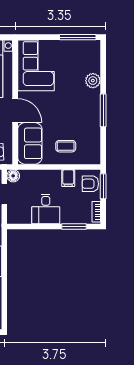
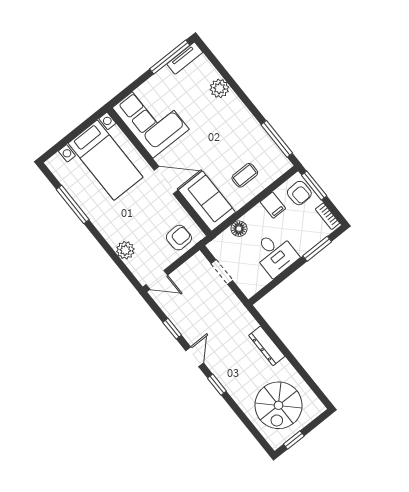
tv unit: (86, 45) -> (185, 58), added
window: (103, 110) -> (277, 139), moved
floor lamp: (13, 176) -> (239, 229), moved
armchair: (90, 184) -> (299, 193), turned -92

